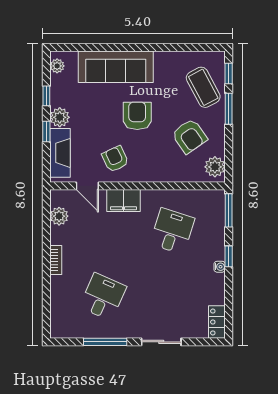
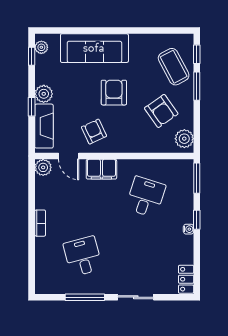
window: (46, 96) -> (32, 56), moved
plant: (59, 216) -> (43, 167), moved
desk: (103, 297) -> (83, 256), turned -39

